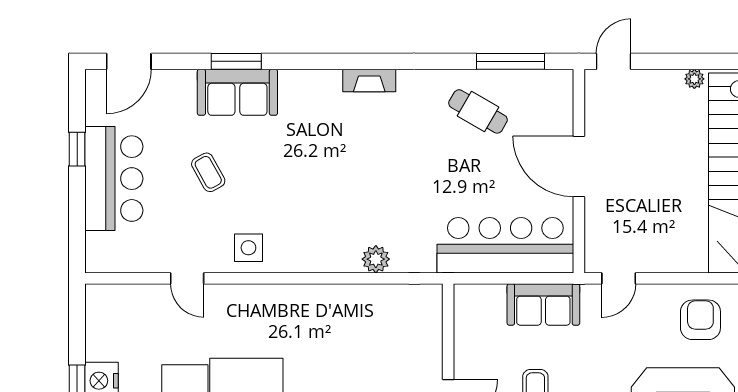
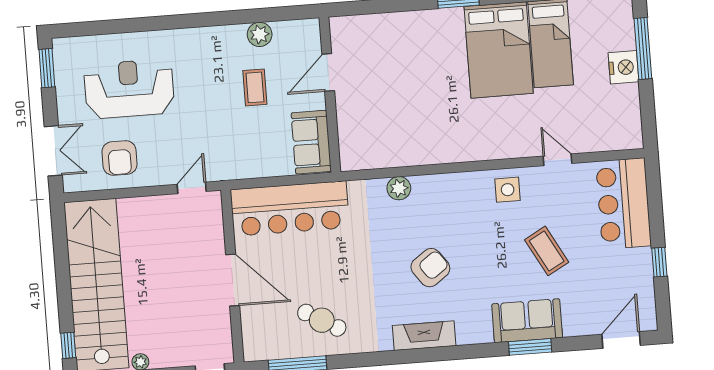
fireplace: (369, 80) -> (424, 336), width x1.37, depth x1.32
armchair: (346, 163) -> (430, 268), added
coffee table: (208, 172) -> (547, 251), width x1.36, depth x1.30
bar counter: (114, 179) -> (623, 204), moved
sofa: (543, 304) -> (311, 142), moved, turned -90

